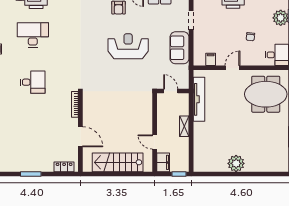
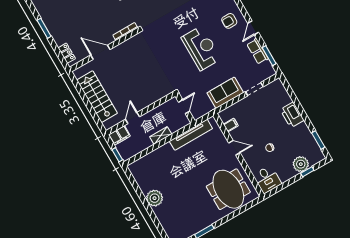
door: (80, 137) -> (100, 52), swing flipped

